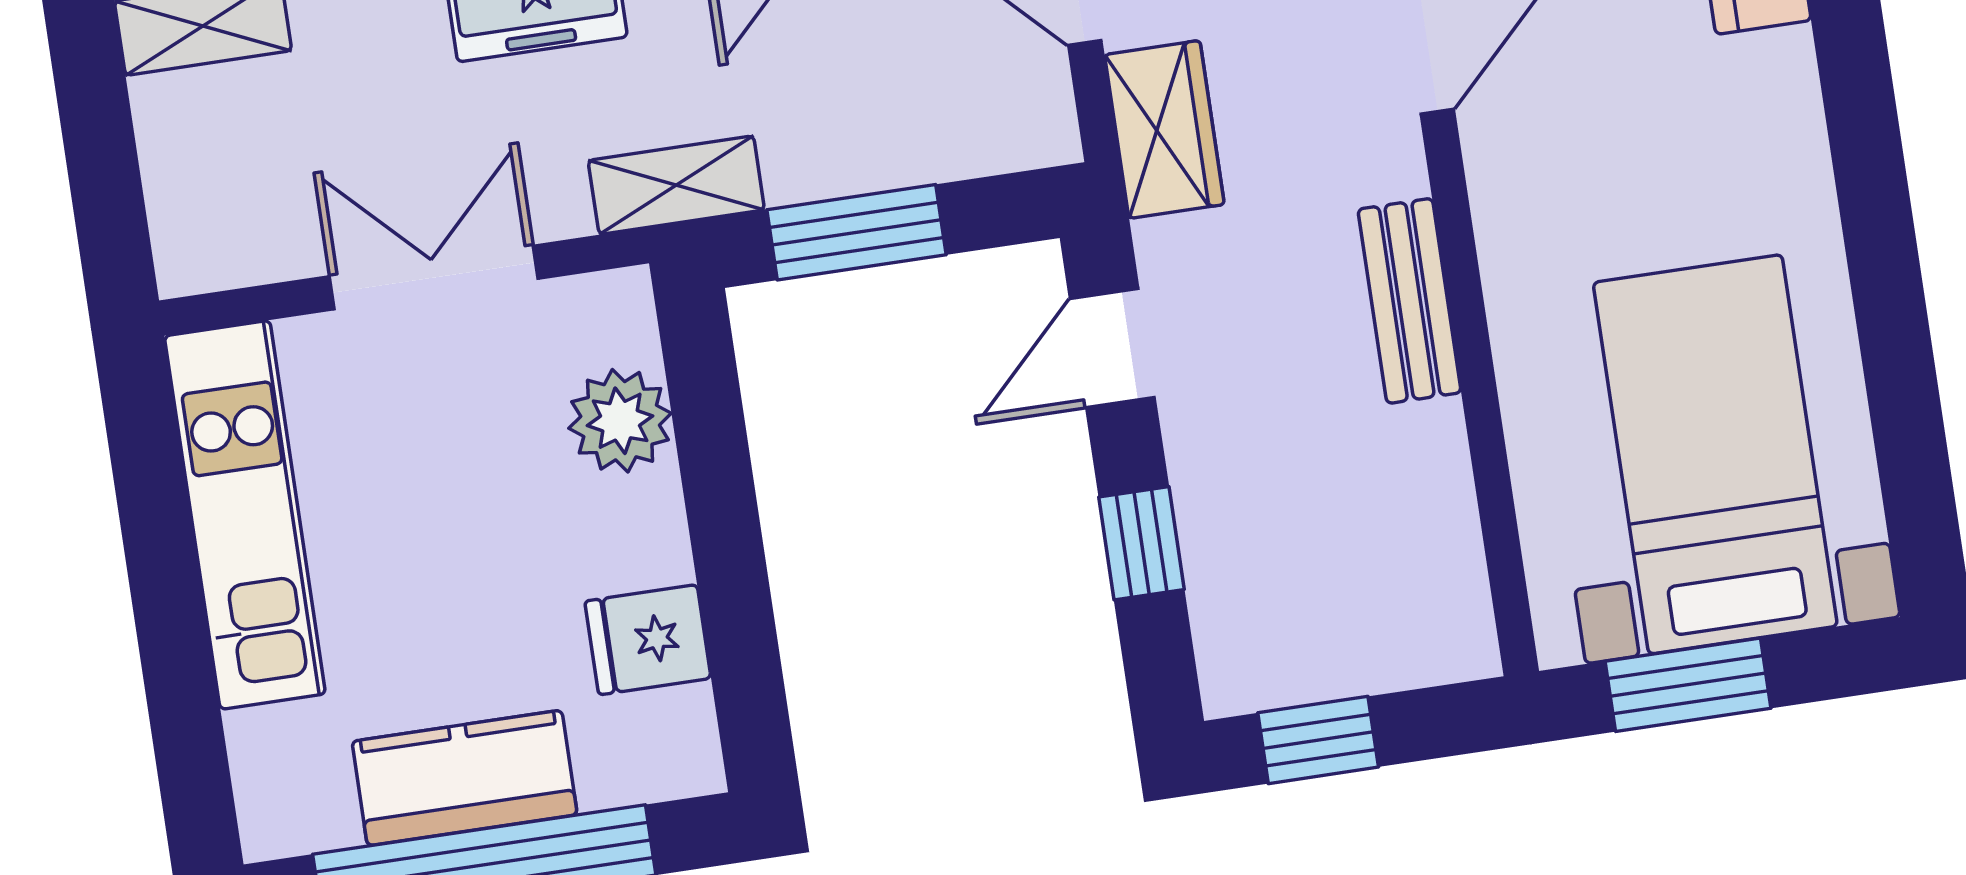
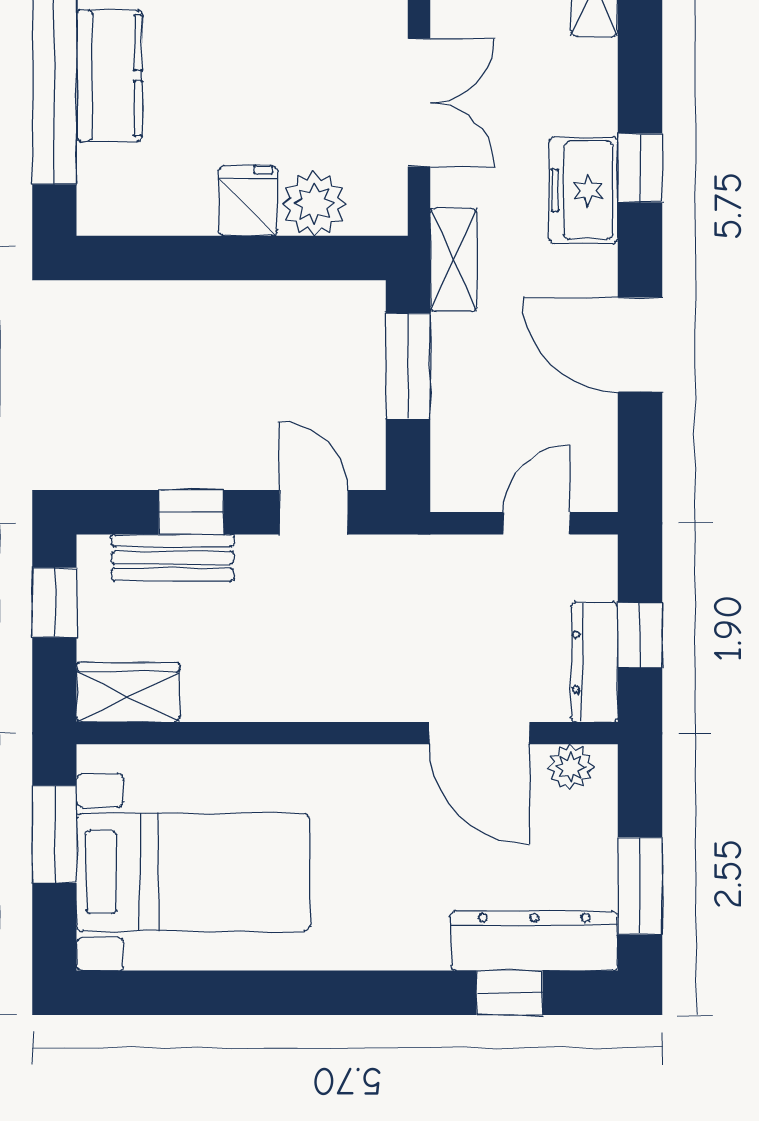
wardrobe: (1164, 129) -> (128, 692), moved, turned 180
bench: (1410, 301) -> (173, 558), moved
fridge: (648, 640) -> (248, 201), moved

